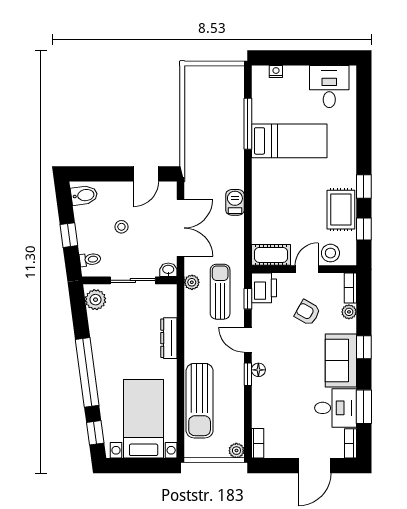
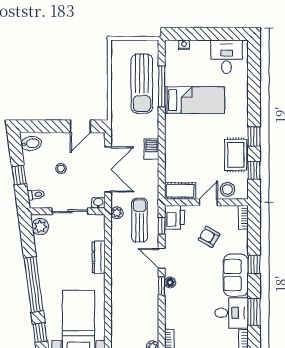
plant: (349, 312) -> (242, 236), removed
sun lounger: (200, 401) -> (142, 84), moved

